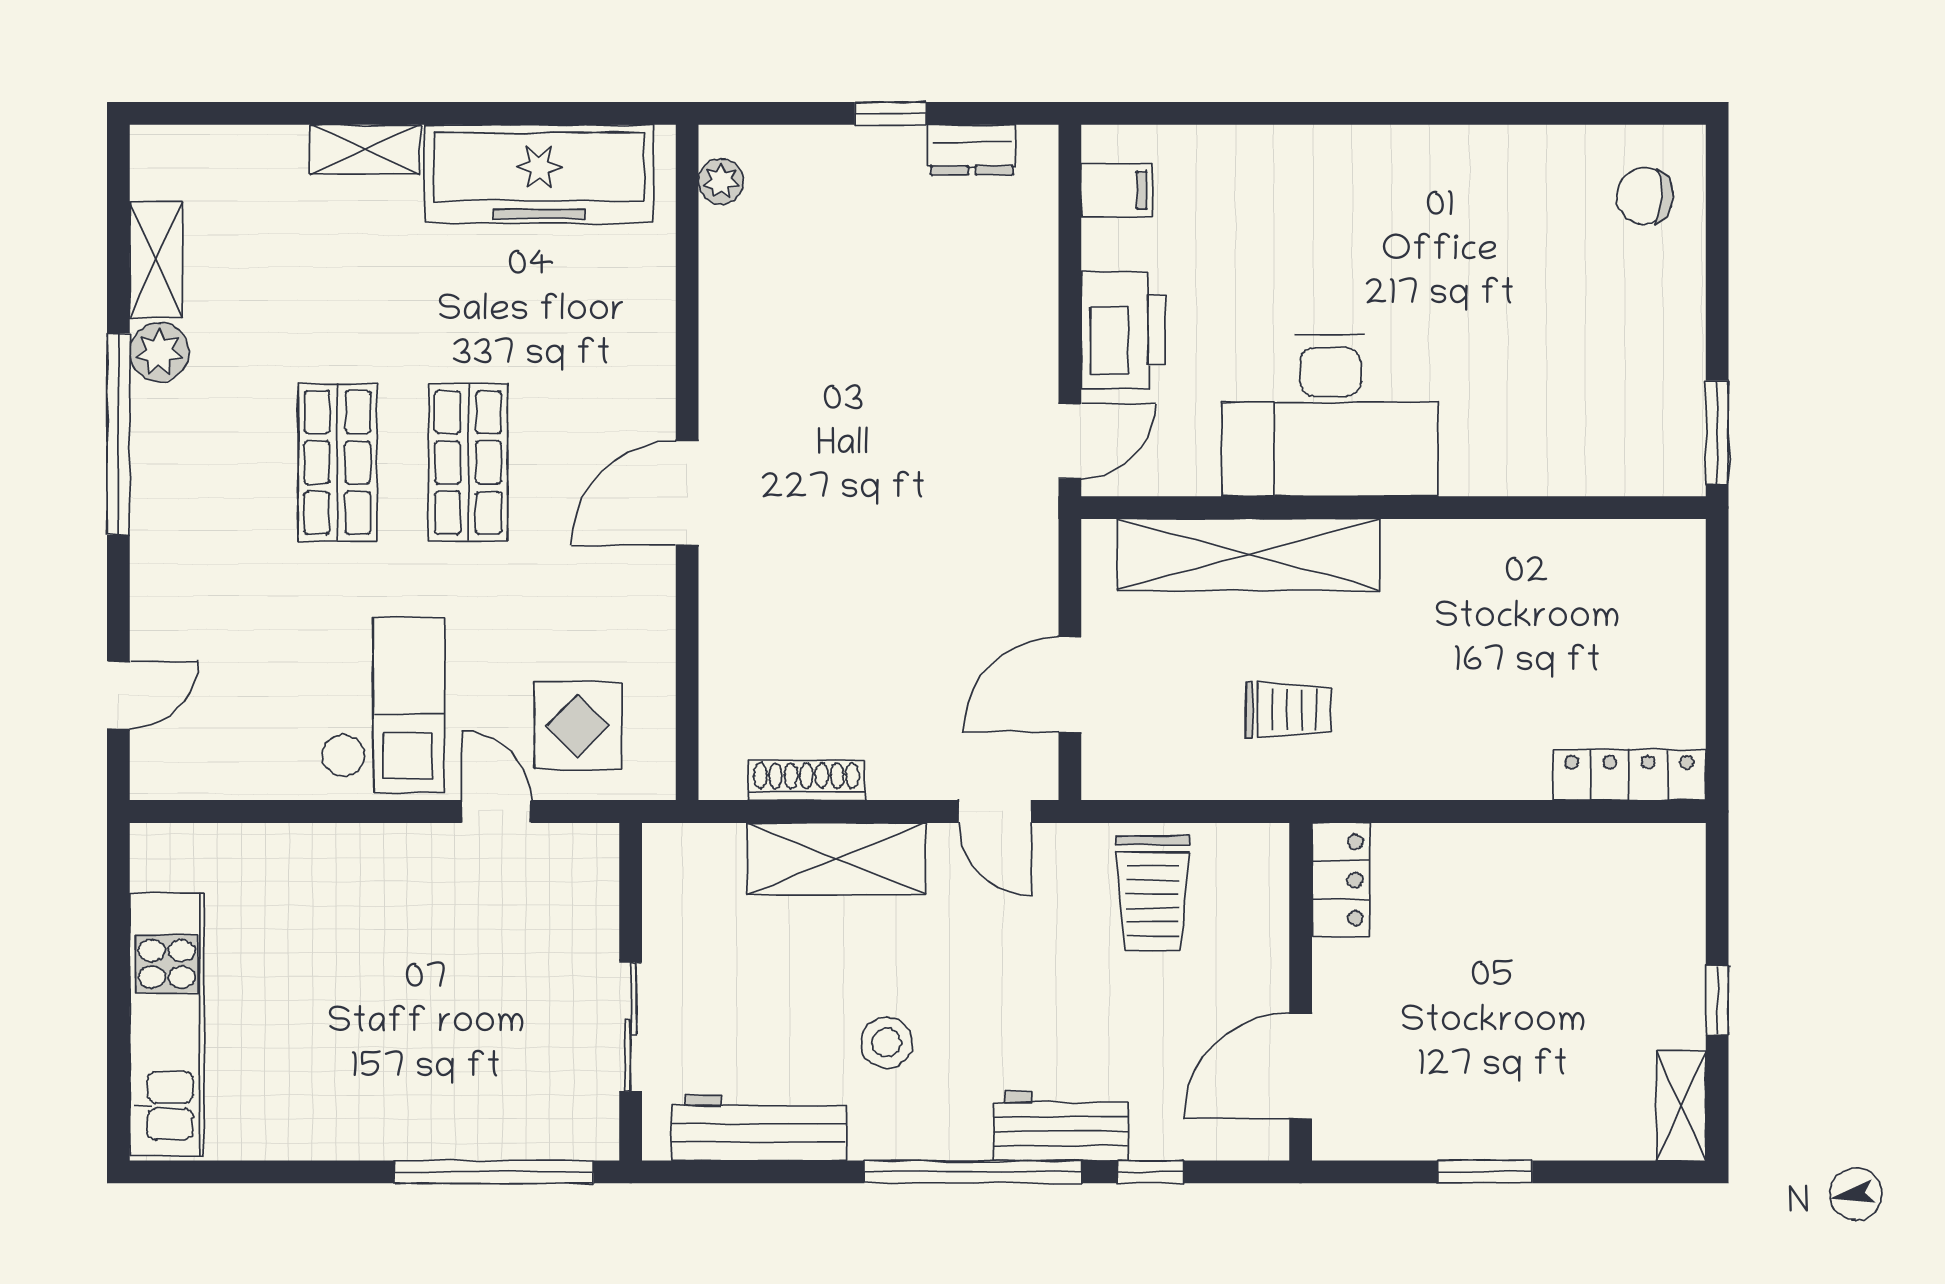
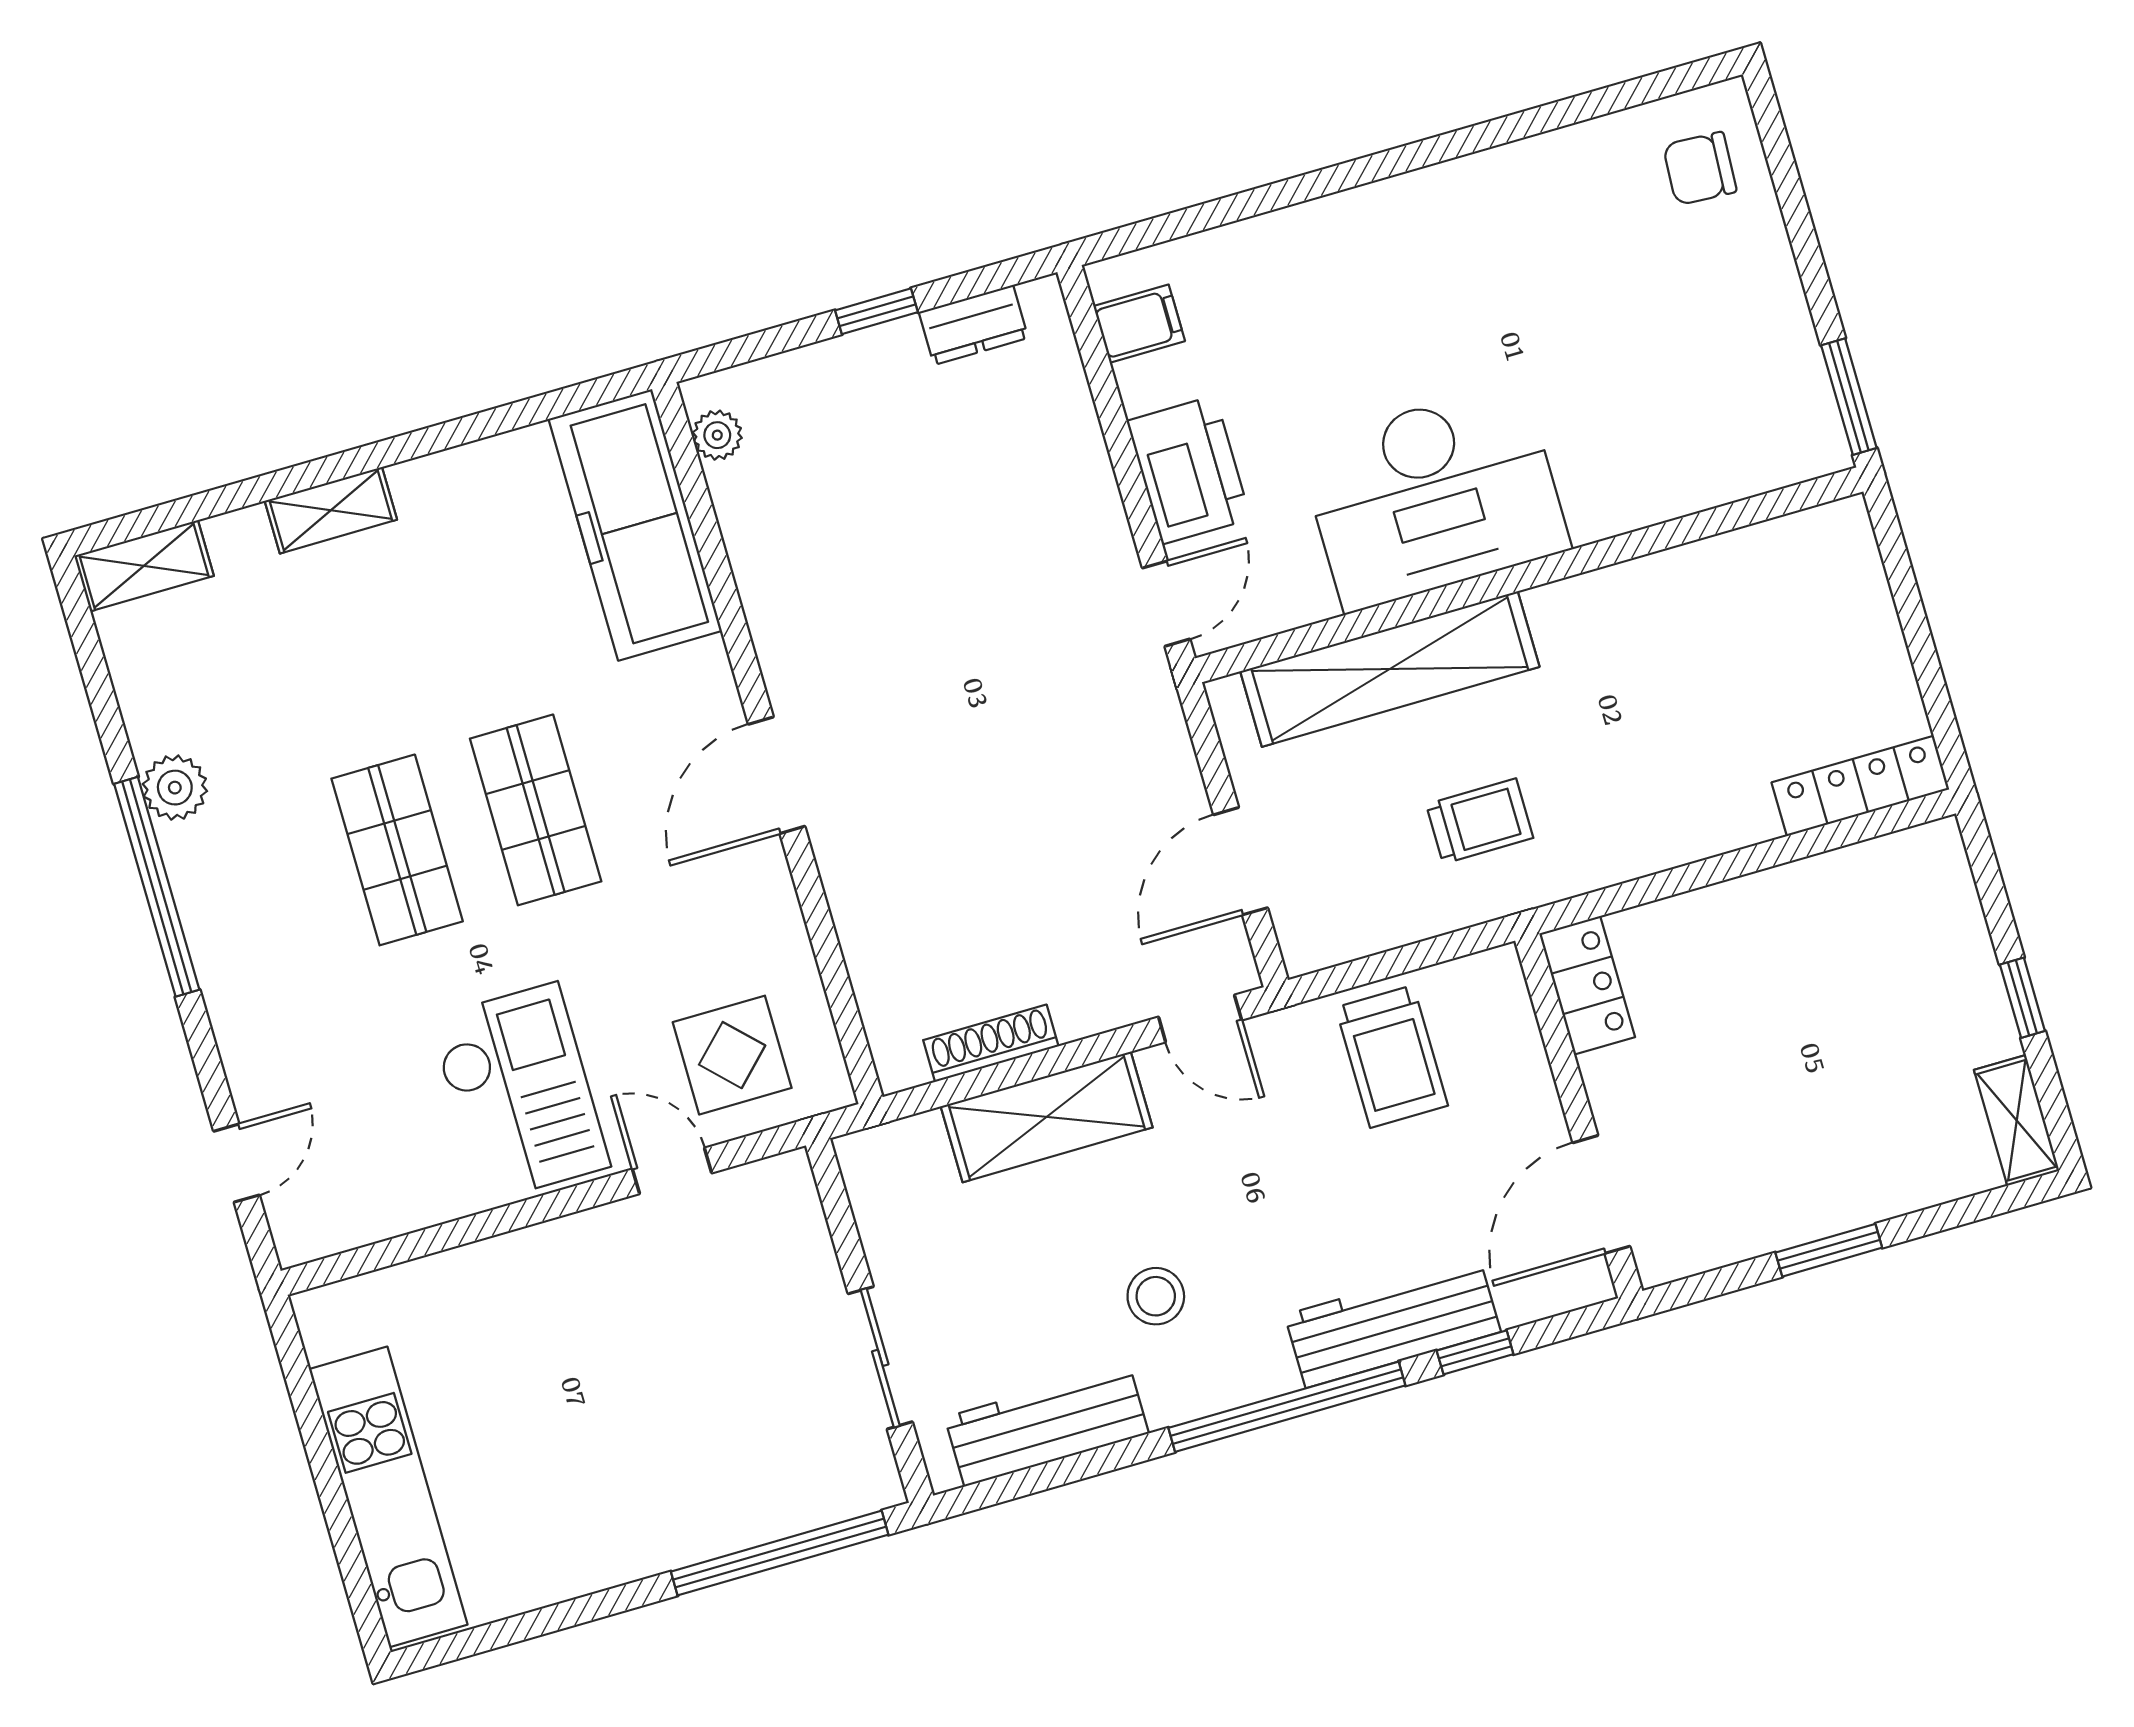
freezer: (539, 174) -> (635, 525), moved, turned 90
shelving: (156, 260) -> (144, 566), moved, turned 90
workbench: (1061, 1126) -> (1393, 1323), width x1.38

